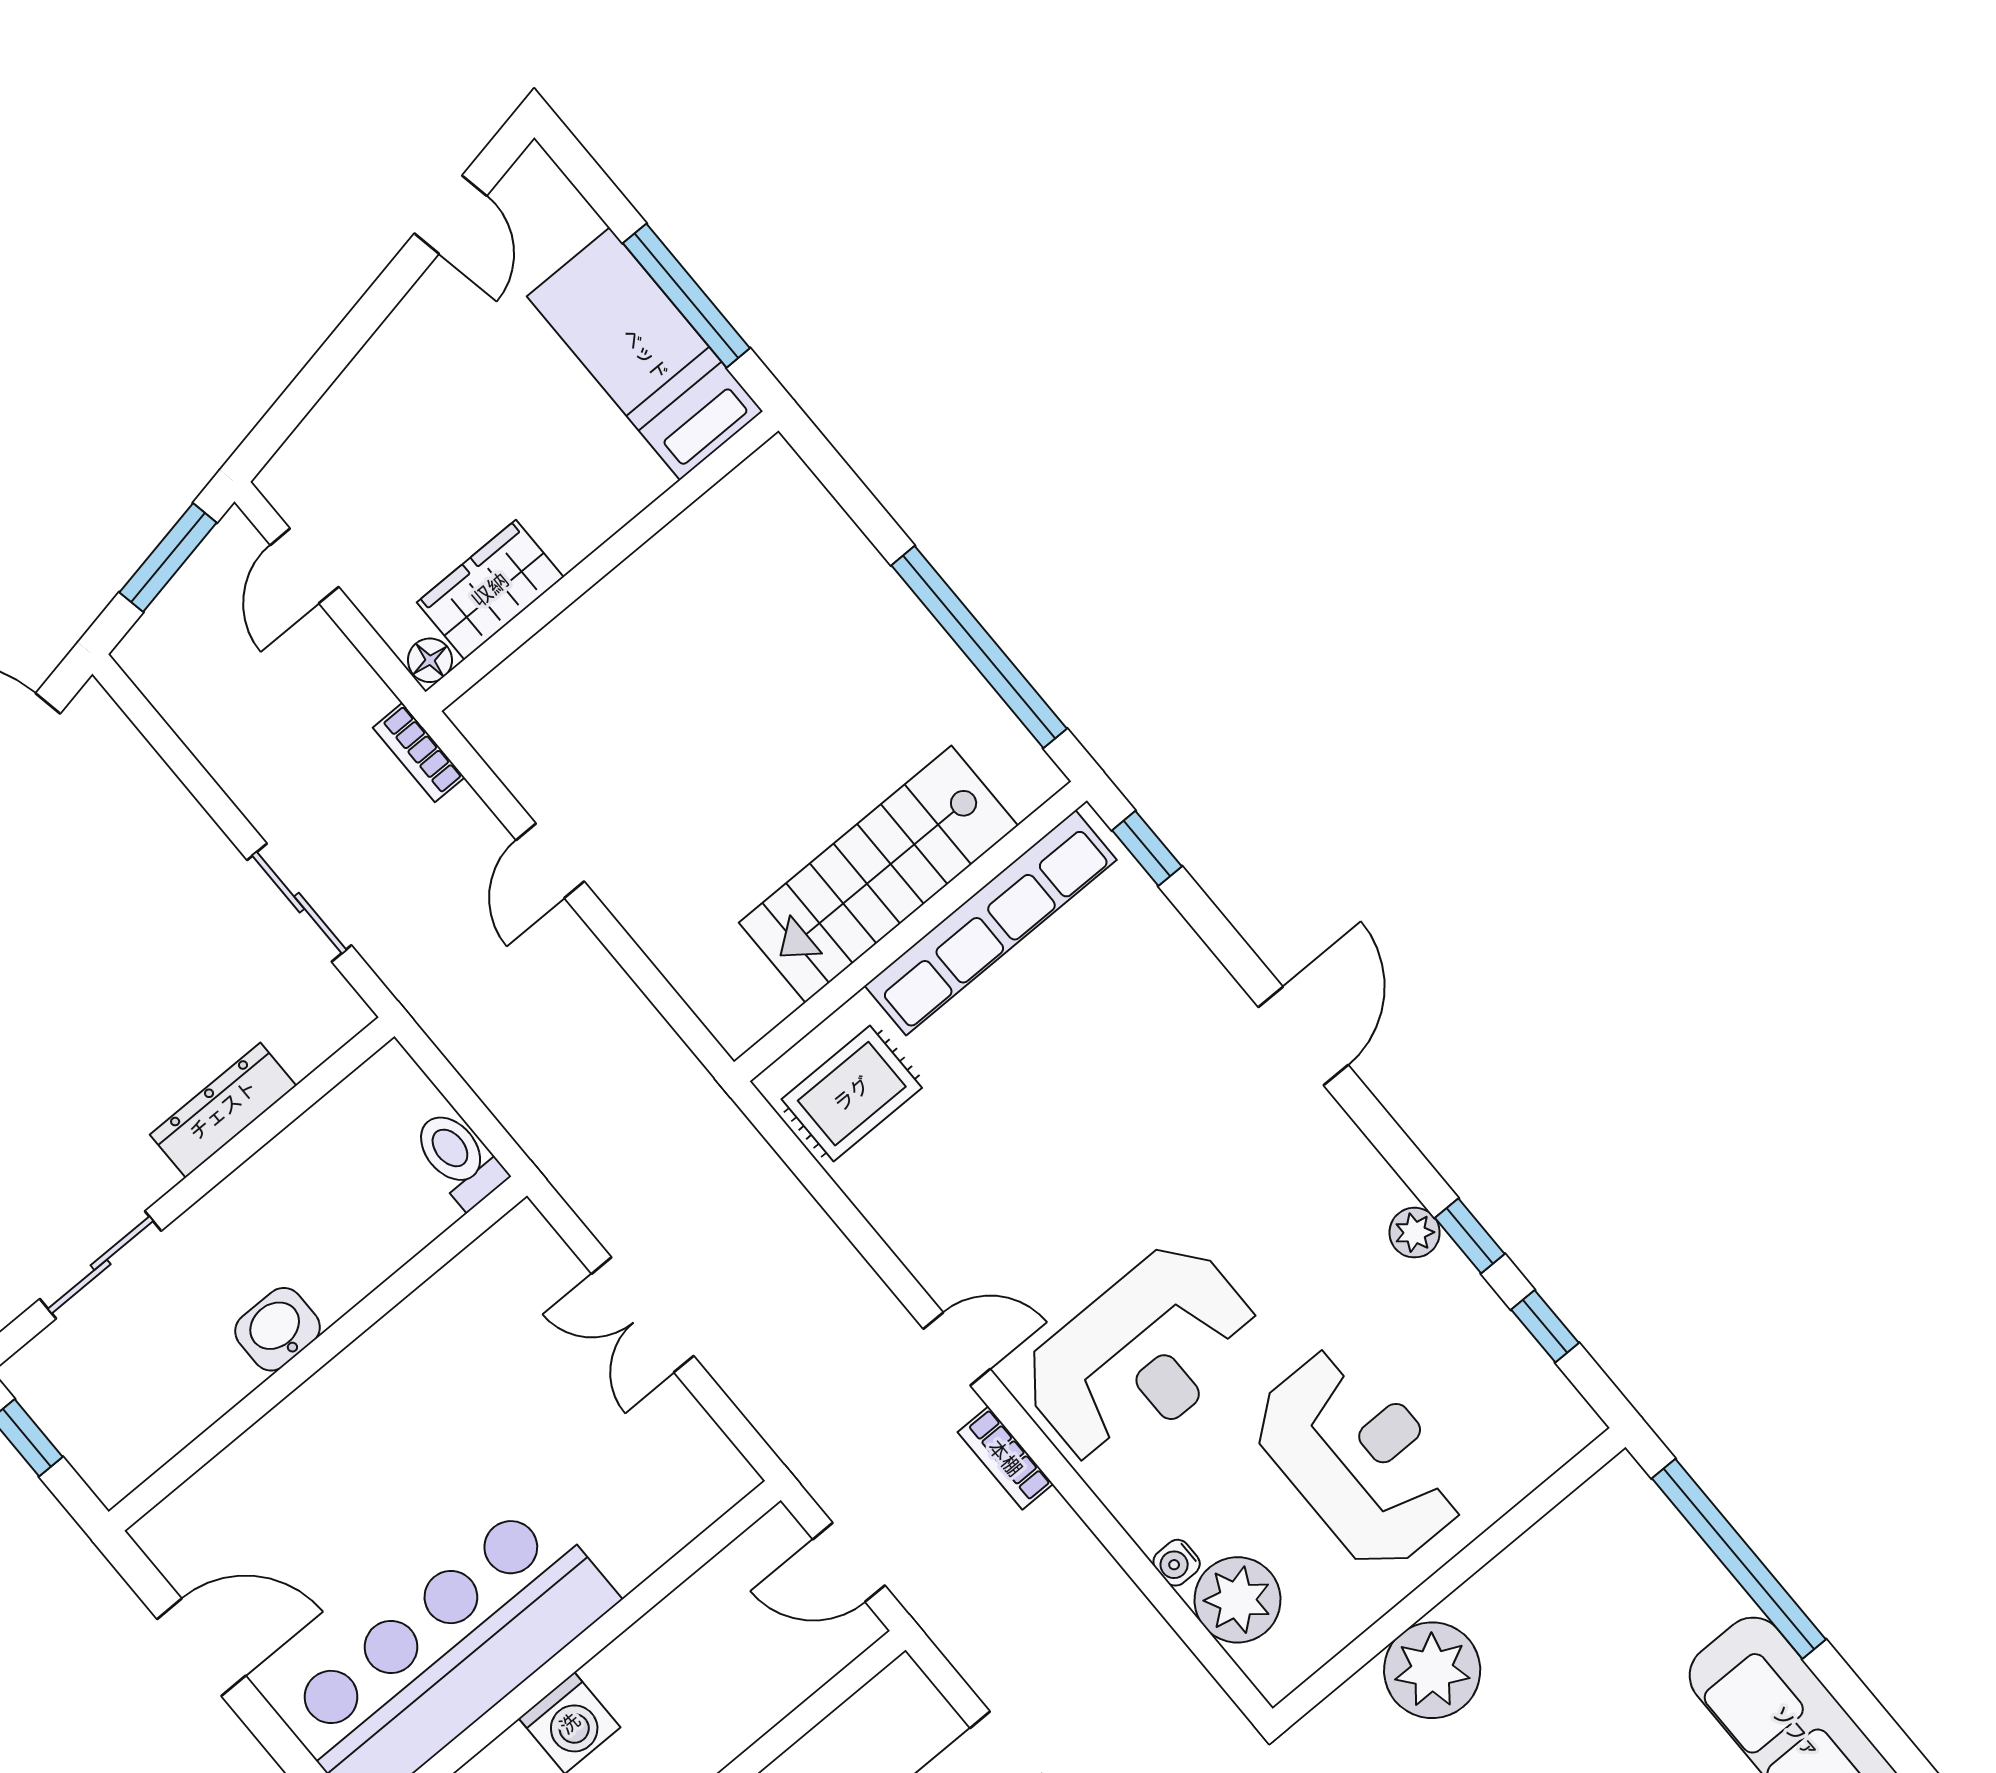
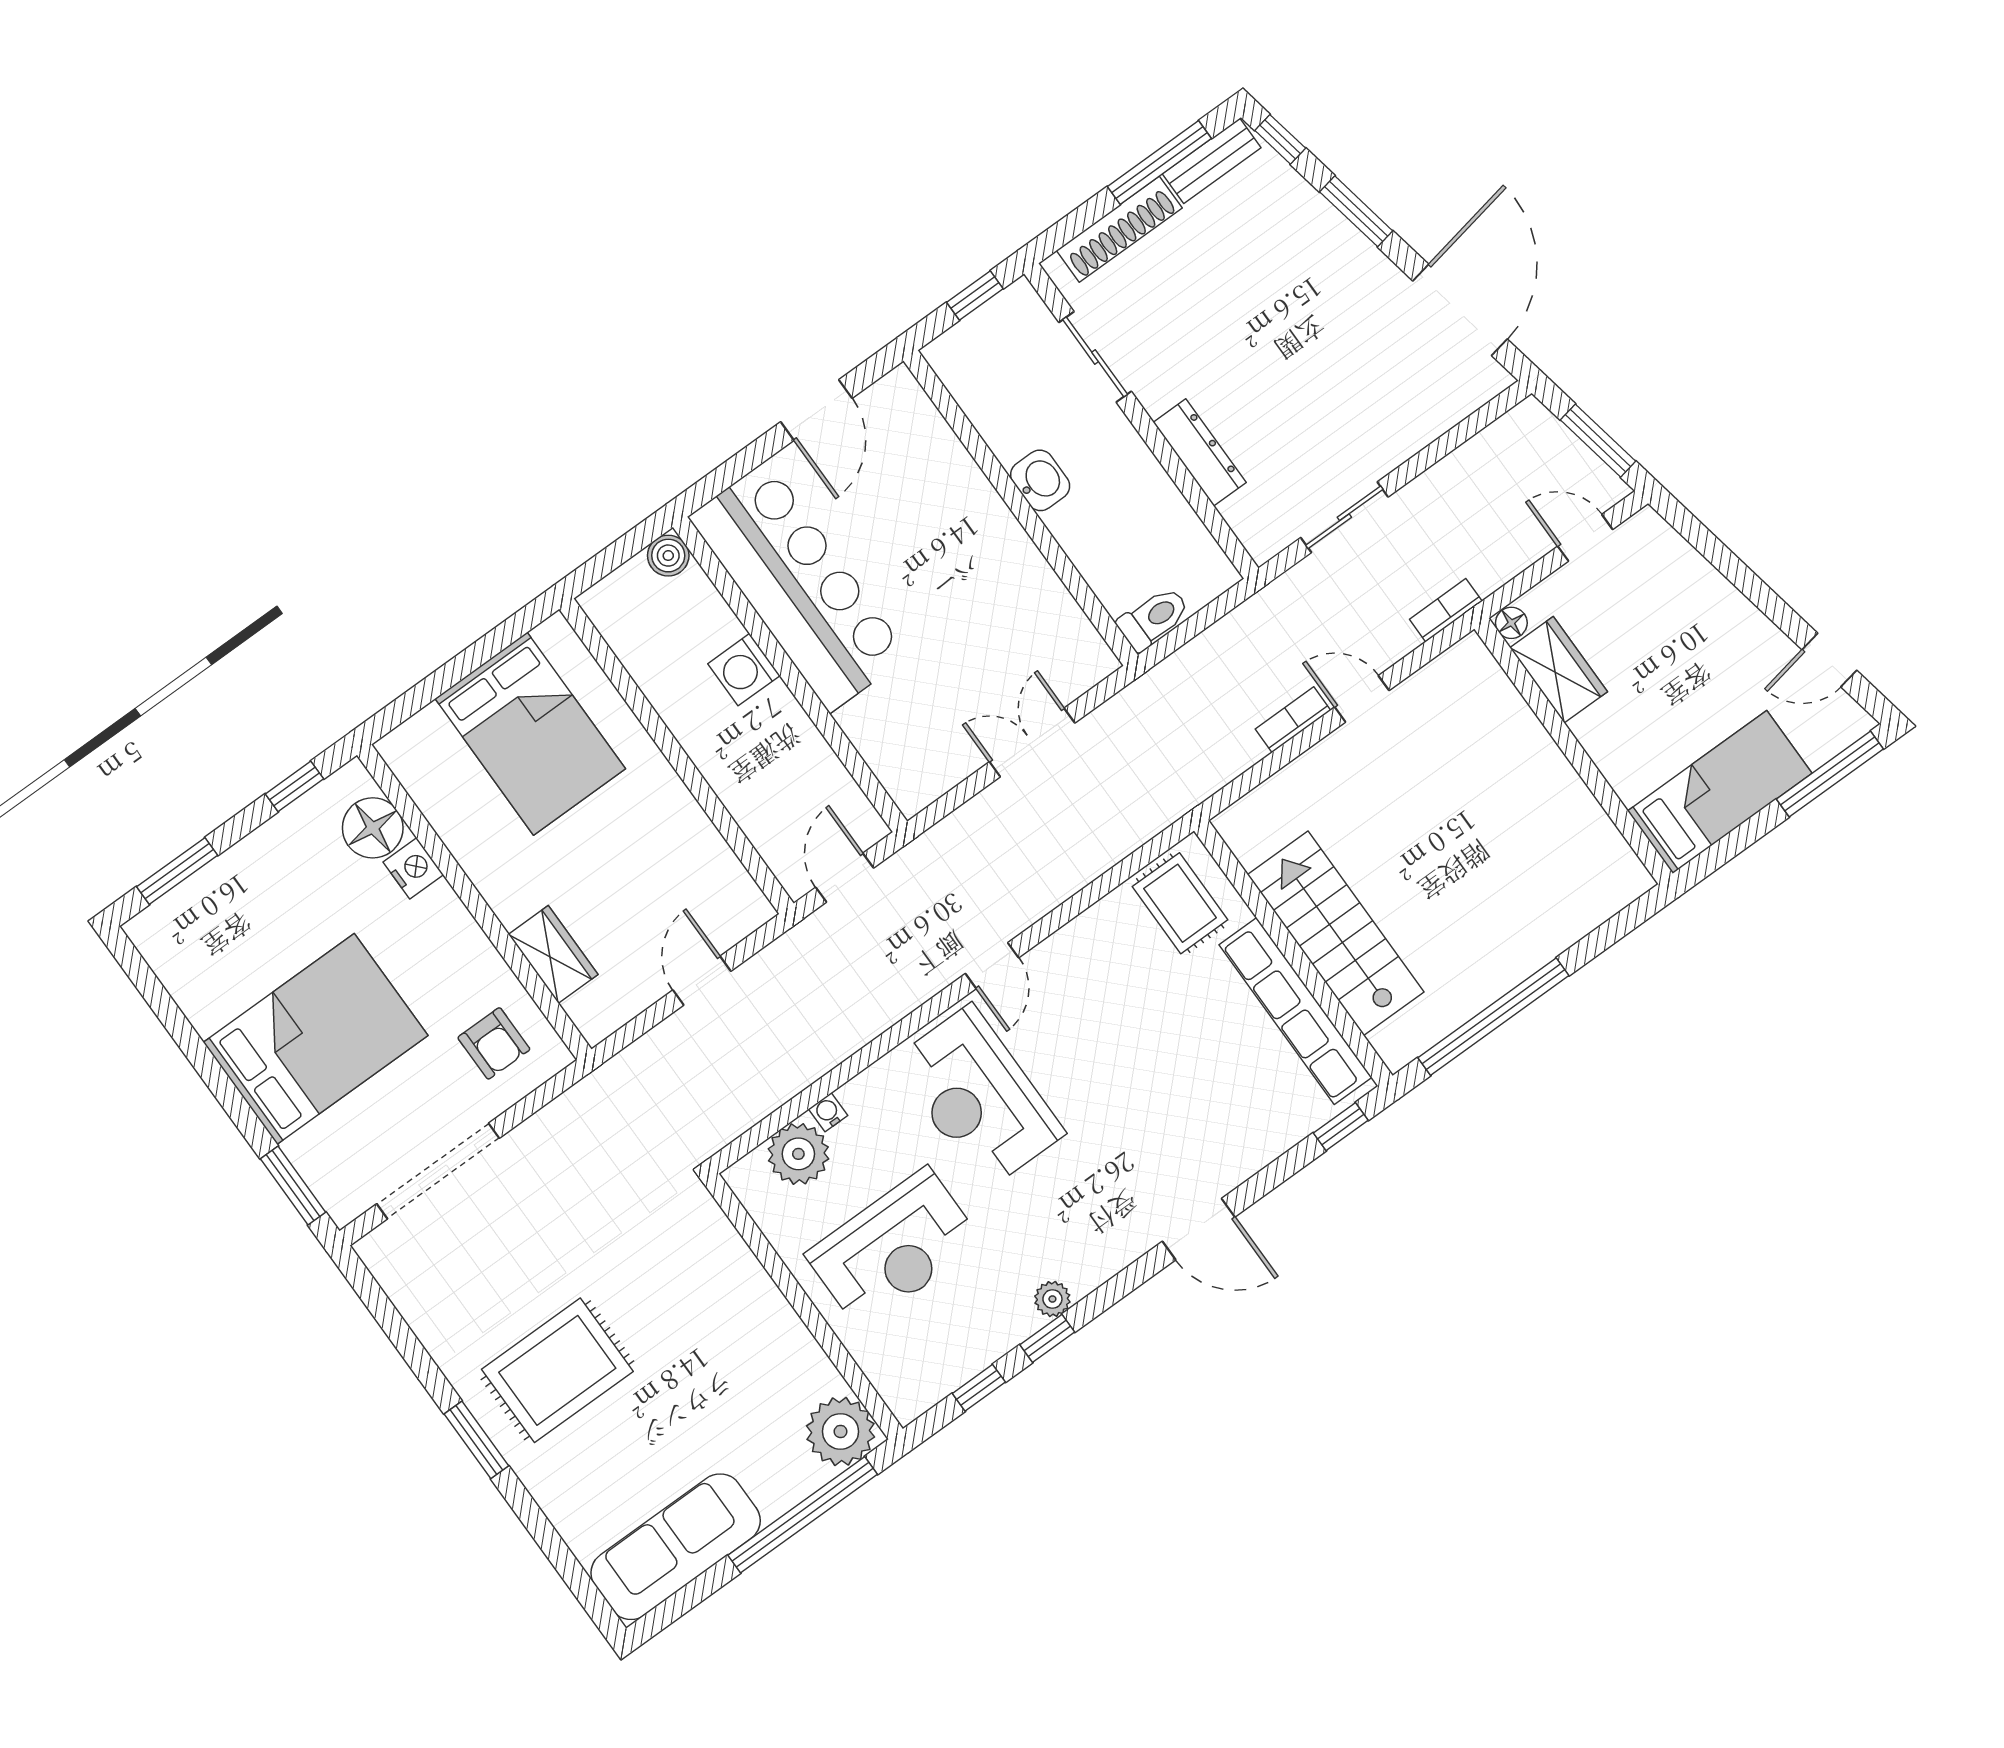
window: (686, 296) -> (1830, 774), moved
bookcase: (1005, 1458) -> (1293, 720), moved
plant: (1432, 1670) -> (841, 1431), moved

